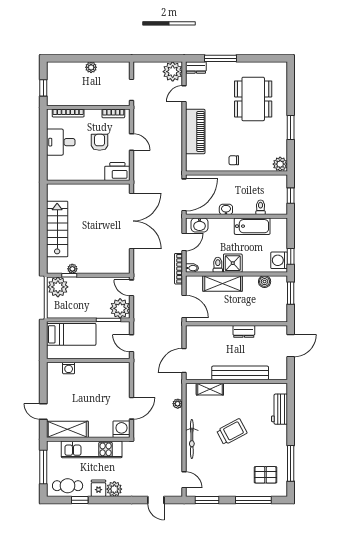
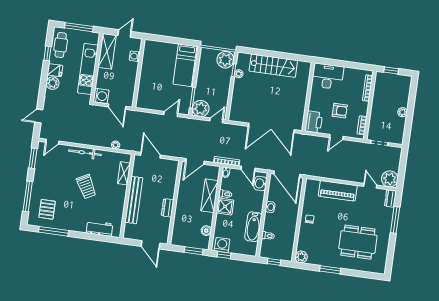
desk: (61, 142) -> (328, 76), moved, width x1.37
wall: (88, 361) -> (139, 73), moved
washing machine: (69, 368) -> (135, 56), moved

